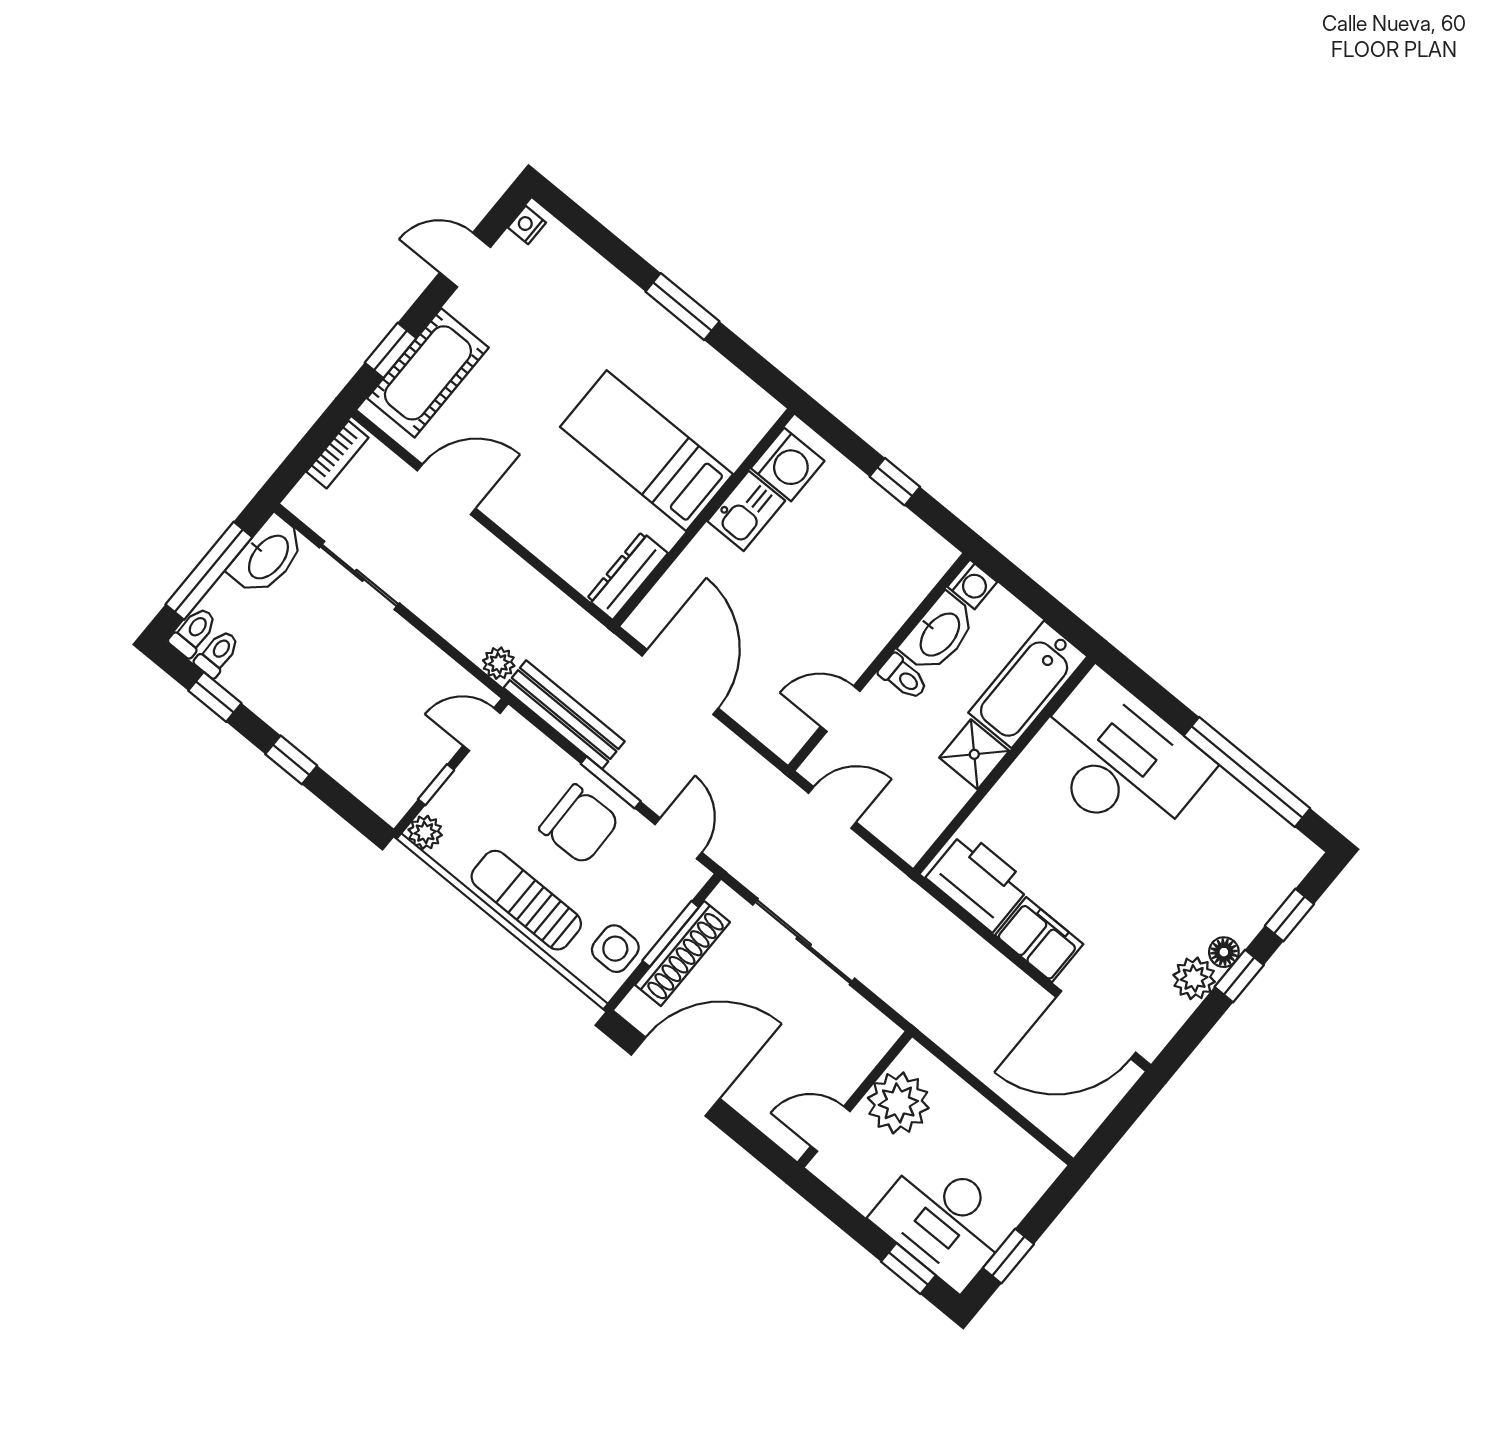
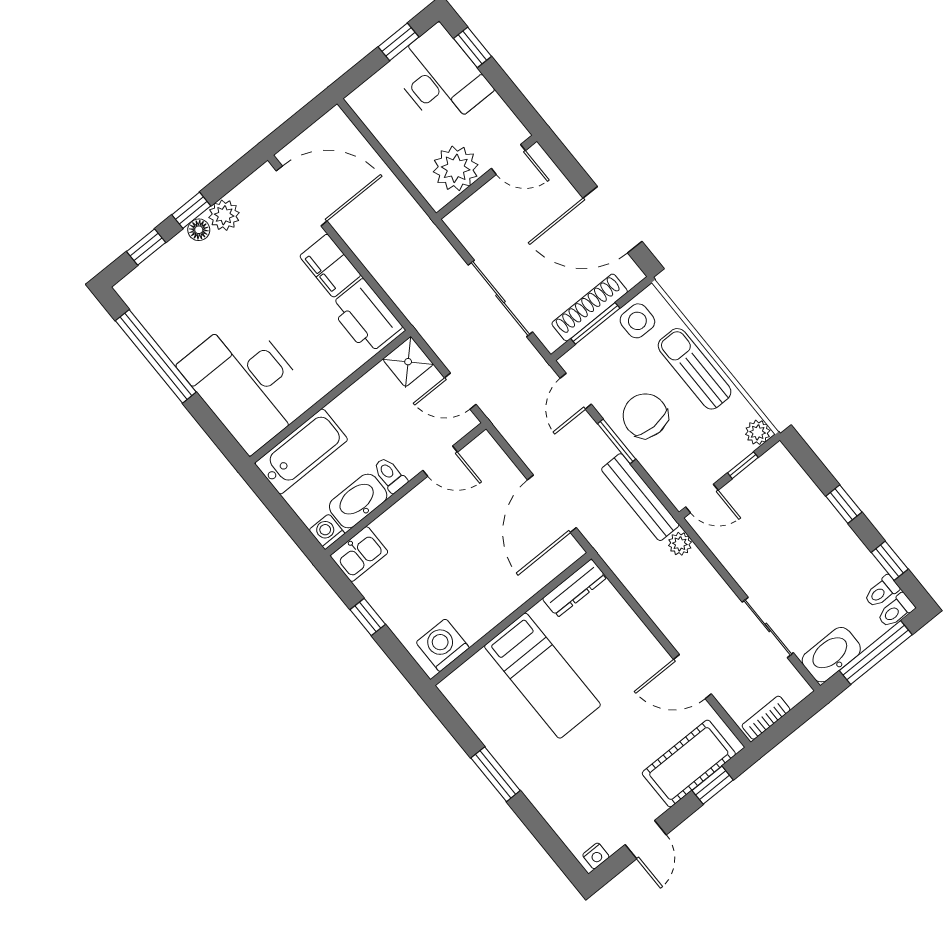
door: (465, 260) -> (646, 840), hinge flipped
kitchen sink: (746, 511) -> (359, 554), moved, turned 180
shower: (974, 754) -> (408, 362), moved
sun lounger: (526, 900) -> (695, 369), turned 180

